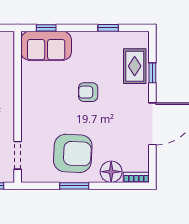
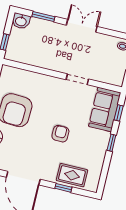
window: (108, 28) -> (111, 143), moved
doorway: (18, 155) -> (77, 79), moved

